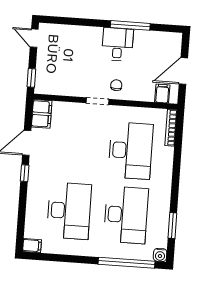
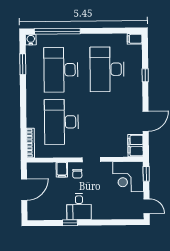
window: (130, 25) -> (70, 223), width x0.46
corner desk: (54, 76) -> (128, 177), added
filing cabinet: (162, 94) -> (62, 170), moved
window: (25, 173) -> (145, 75), moved

